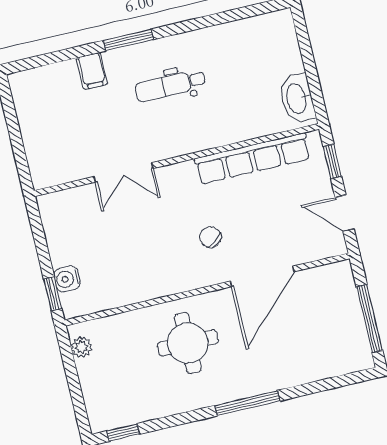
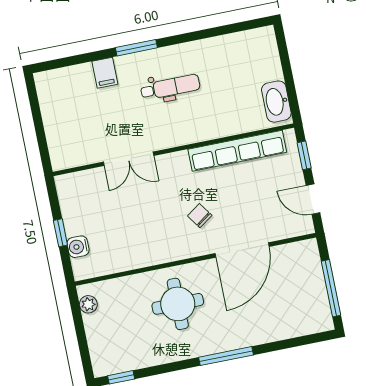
dental chair: (170, 85) -> (170, 87), turned 180
window: (53, 294) -> (60, 233), moved

